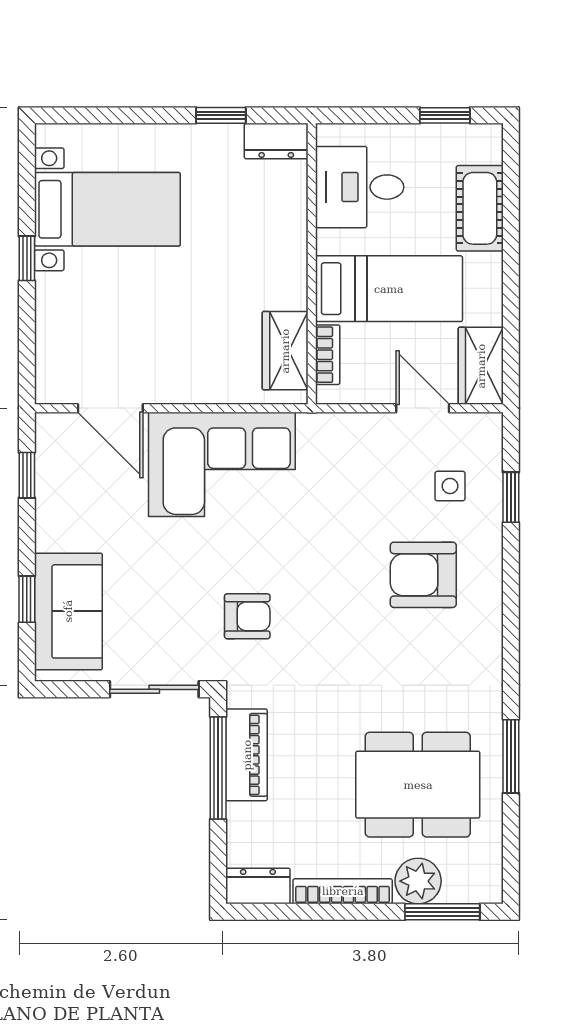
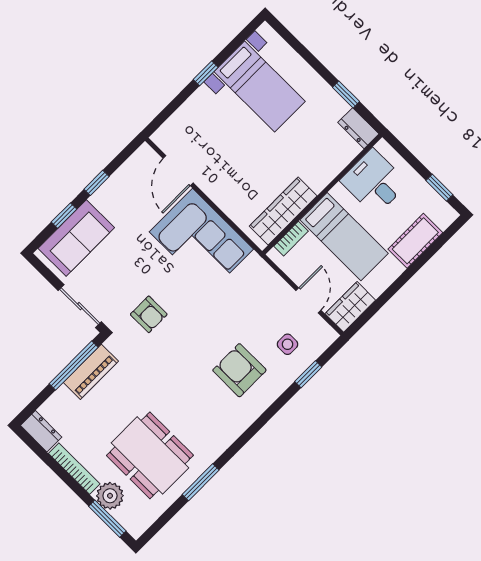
wardrobe: (285, 351) -> (283, 211), width x1.50
window: (27, 475) -> (97, 183), moved

